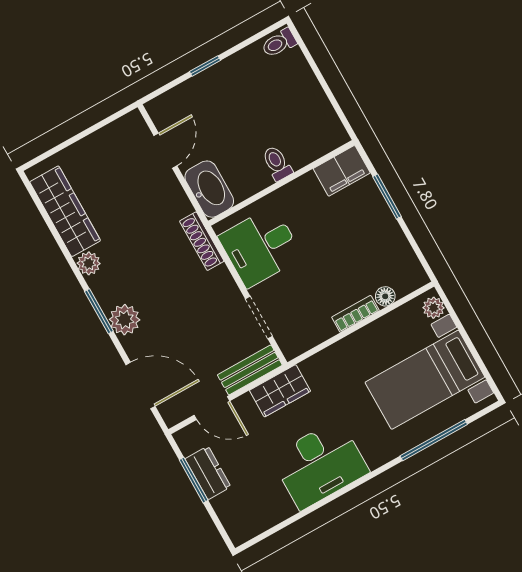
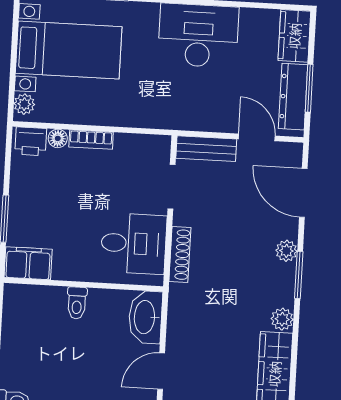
shoe rack: (202, 241) -> (180, 255), moved
printer: (407, 279) -> (31, 141), added
plant: (125, 320) -> (286, 251), width x0.73, depth x0.73
wardrobe: (280, 391) -> (294, 36), moved, turned -90
dresser: (208, 473) -> (293, 97), width x1.44

